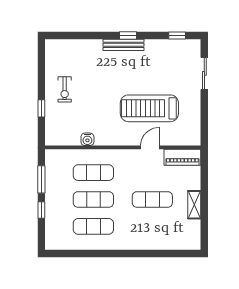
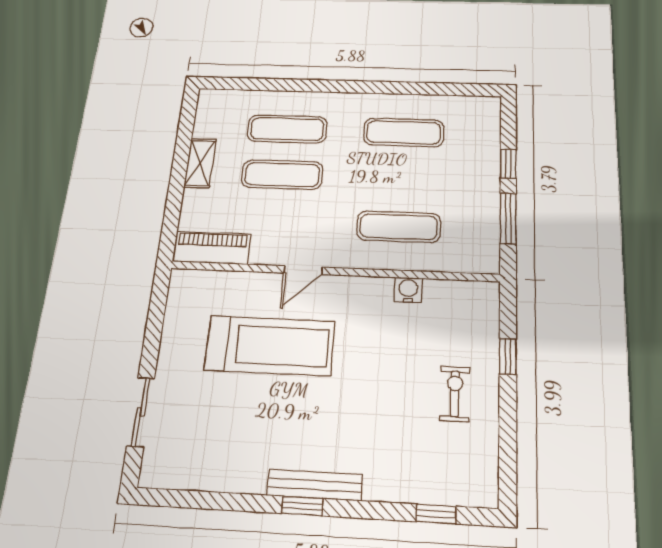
window: (177, 35) -> (436, 514), moved
door: (150, 147) -> (303, 270), moved
exercise mat: (93, 199) -> (287, 129), moved

